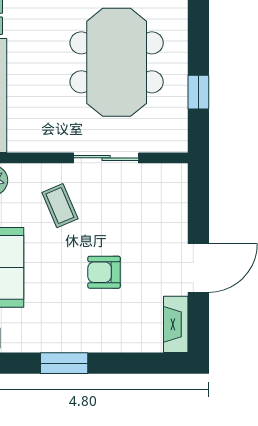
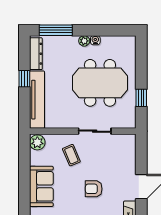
meeting table: (117, 62) -> (100, 83), turned 90

